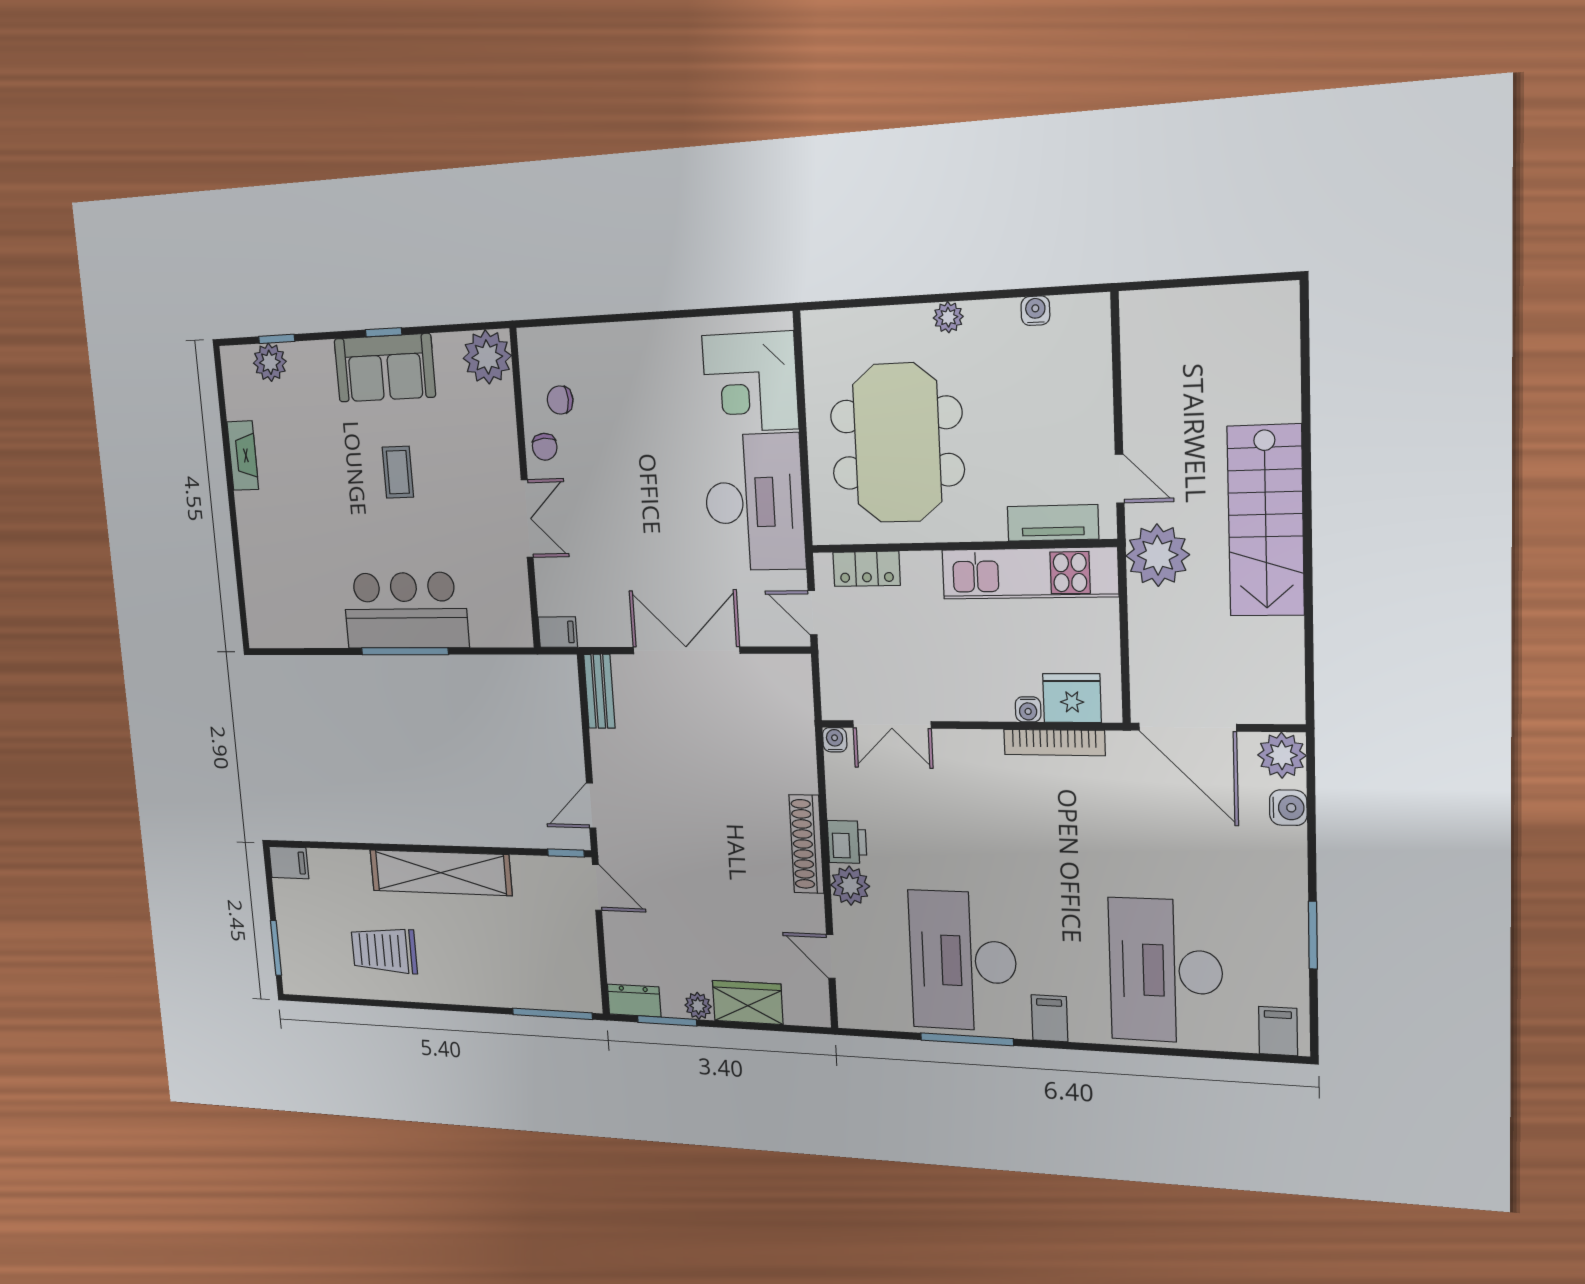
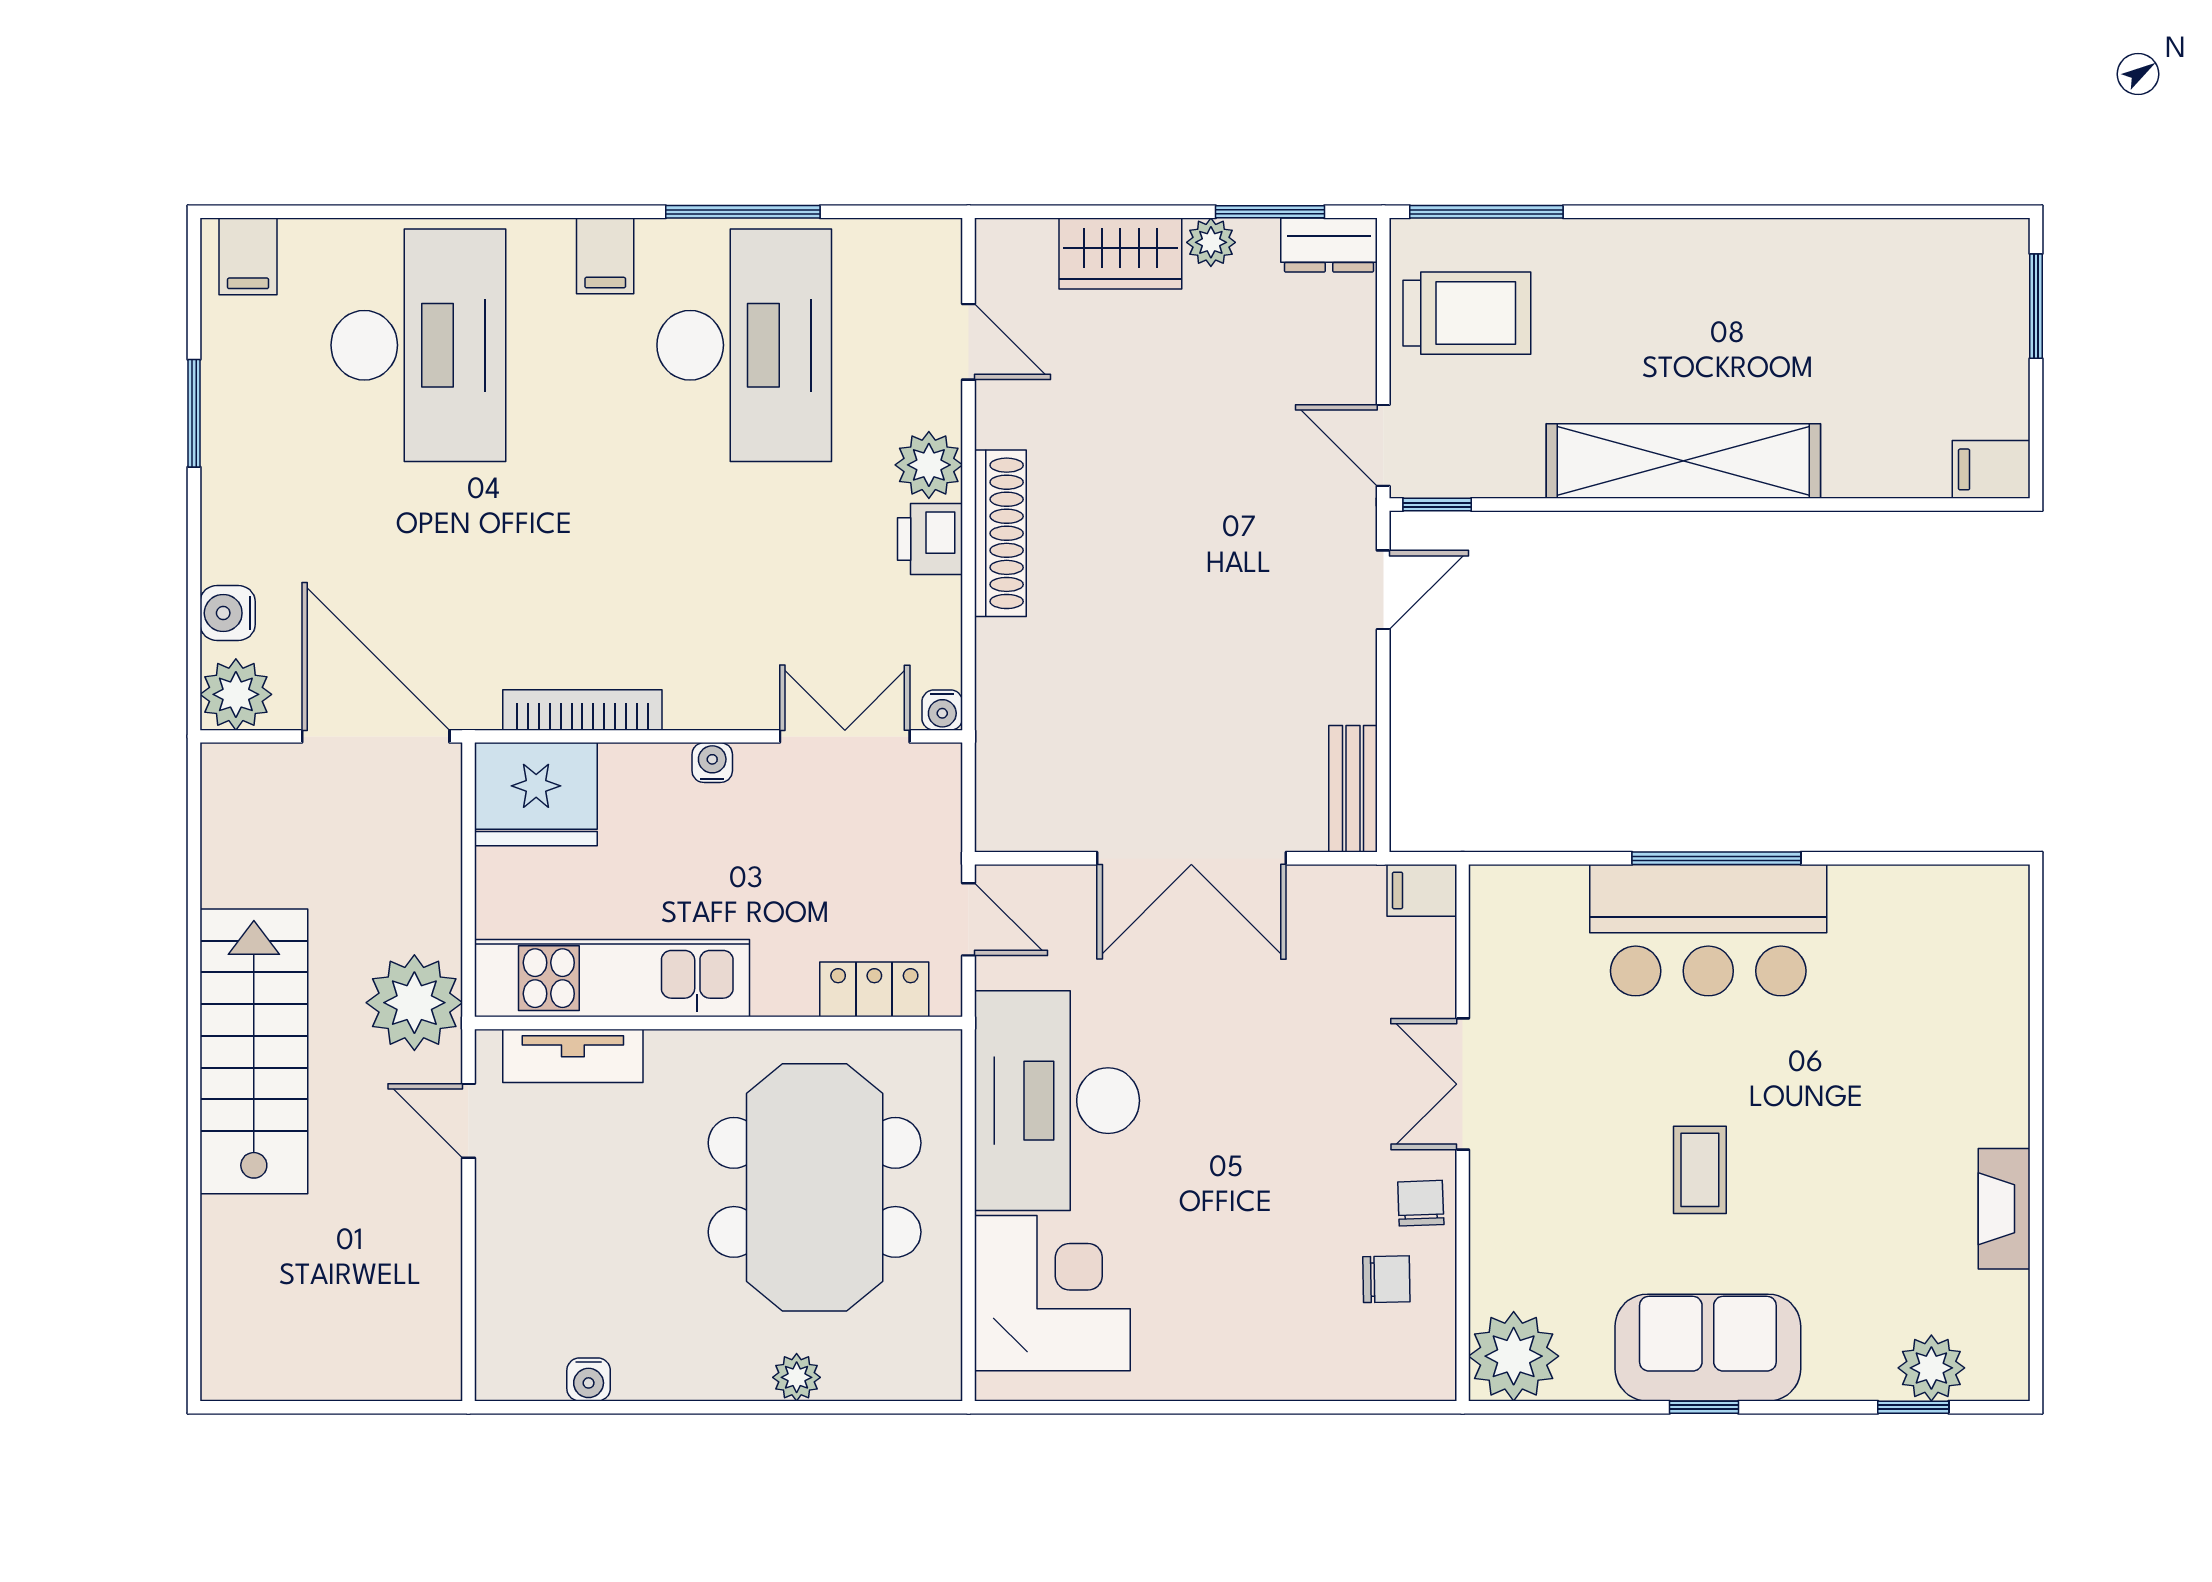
plant: (948, 317) -> (797, 1377), moved
fridge: (1072, 698) -> (536, 794), width x1.36, depth x1.34
water cooler: (1028, 709) -> (712, 763), moved
trolley: (384, 950) -> (1467, 313), moved

